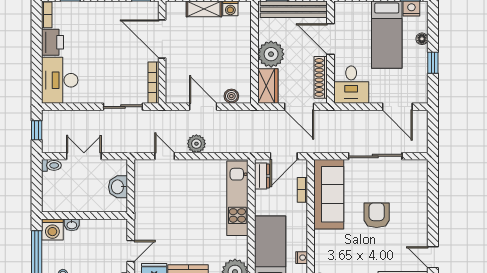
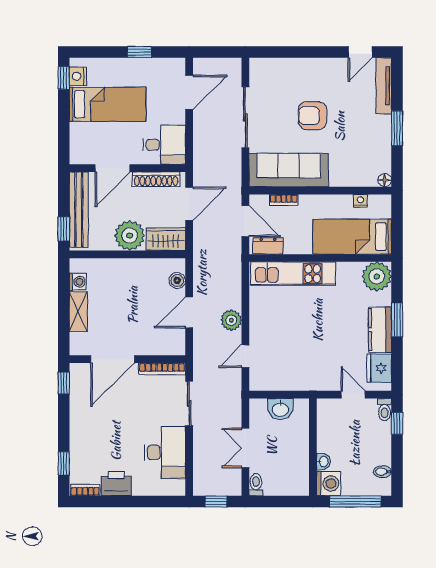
floor lamp: (422, 39) -> (112, 64), removed
desk: (60, 80) -> (165, 452), moved, turned -90

